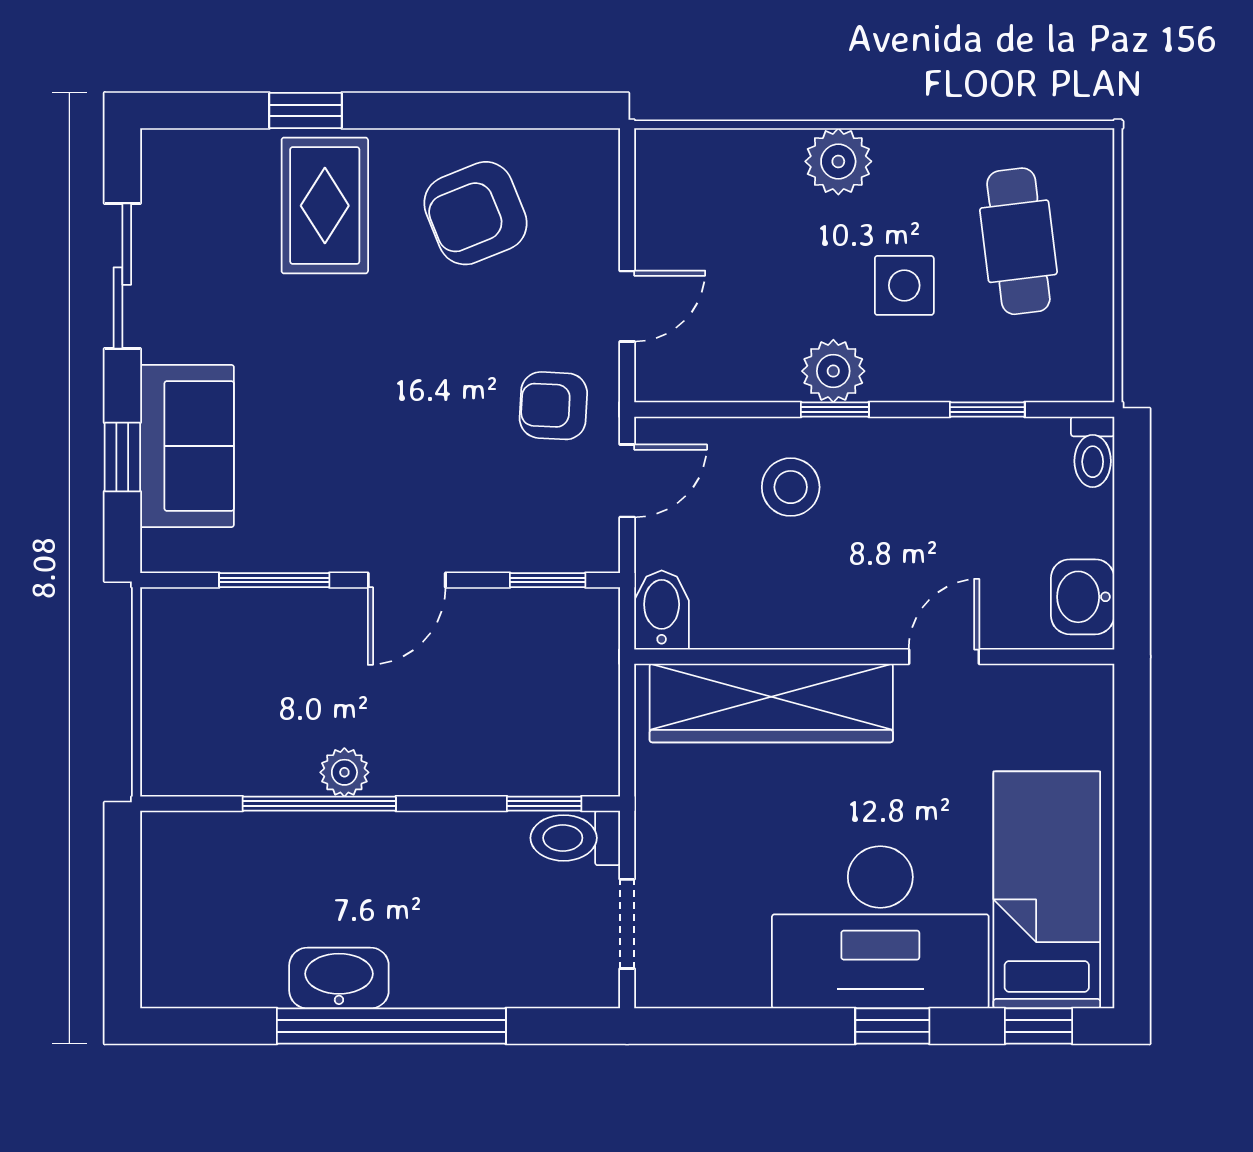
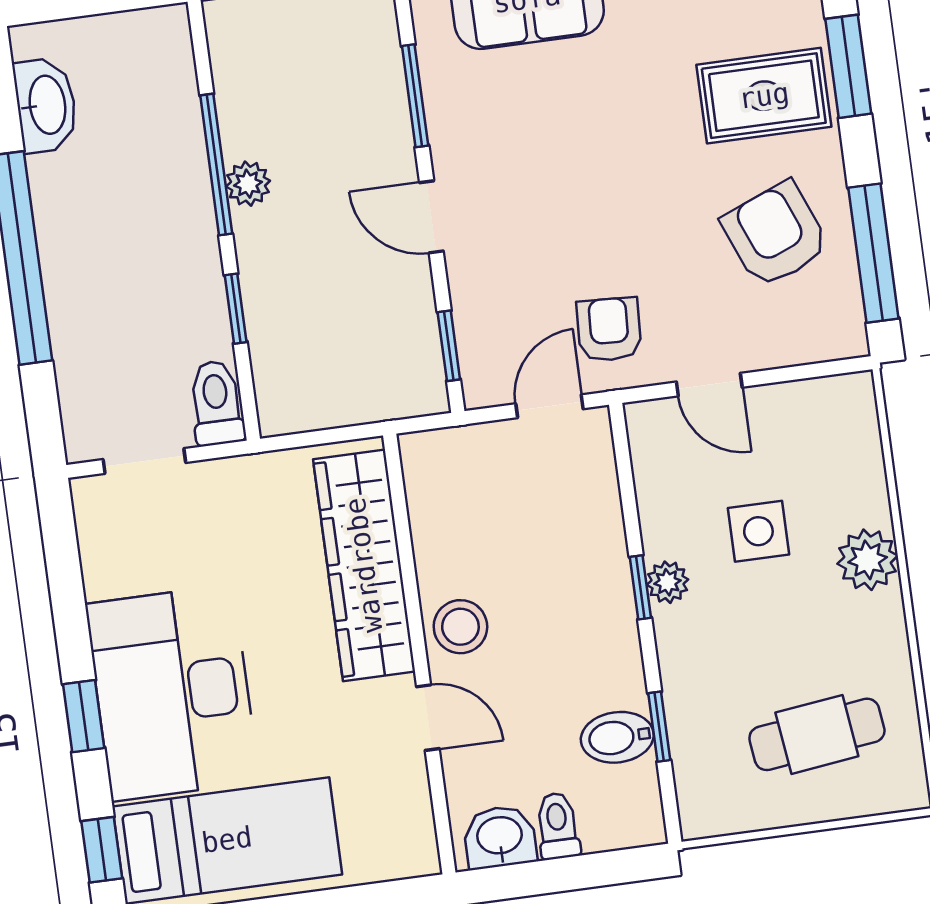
window: (305, 111) -> (848, 66), width x1.50
window: (510, 111) -> (873, 253), added
side table: (904, 285) -> (758, 531), moved
plant: (833, 371) -> (668, 582), width x0.73, depth x0.73
toilet: (1093, 452) -> (558, 826), moved, turned 90
door: (627, 481) -> (549, 406), swing flipped
stool: (791, 487) -> (460, 627), moved
bidet: (662, 610) -> (617, 737), moved, turned 180
window: (544, 804) -> (236, 309), moved
washbasin: (339, 978) -> (46, 105), moved

